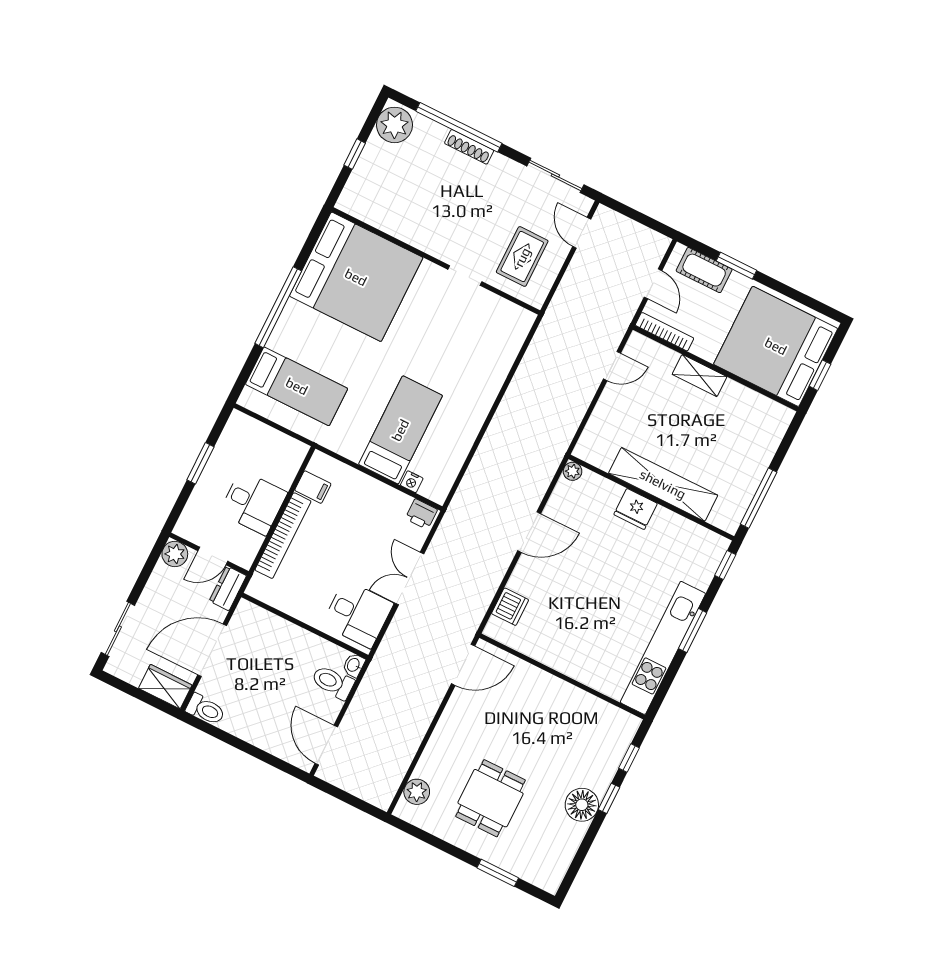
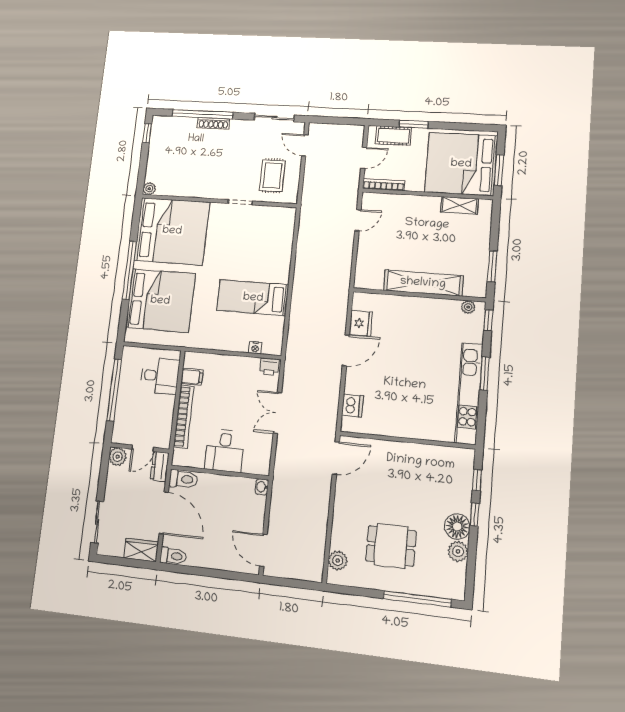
plant: (394, 125) -> (149, 189), moved, width x0.53, depth x0.53
window: (355, 154) -> (147, 133), moved
door: (653, 284) -> (364, 158), hinge flipped
window: (820, 375) -> (499, 170), width x1.50
shelving: (699, 376) -> (459, 205), moved
bed: (297, 386) -> (160, 301), width x2.04
bed: (400, 430) -> (253, 298), moved, turned -90
window: (200, 463) -> (114, 390), width x2.11
plant: (573, 471) -> (468, 307), moved
window: (759, 498) -> (492, 266), width x0.69
desk: (253, 503) -> (160, 376), moved
fridge: (636, 509) -> (361, 323), moved, turned -90
desk: (358, 614) -> (225, 451), moved, turned 90
door: (212, 650) -> (164, 513), swing flipped
toilet: (333, 682) -> (183, 479), moved, turned 180
dining table: (491, 798) -> (391, 546), turned 90
plant: (571, 835) -> (458, 551), added
window: (498, 873) -> (417, 599), width x2.11

